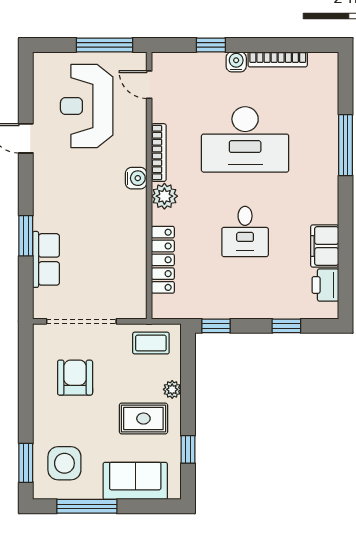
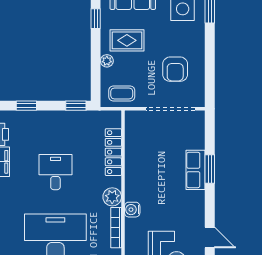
row of seats: (46, 259) -> (196, 170), moved

